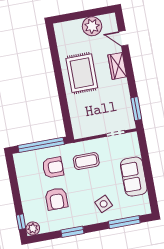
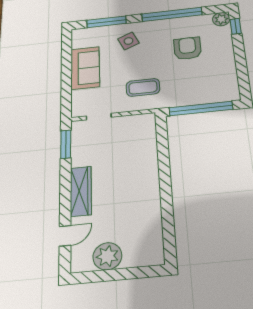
door: (123, 38) -> (65, 236), hinge flipped
wardrobe: (117, 66) -> (81, 191), width x1.50
rug: (82, 73) -> (133, 193), removed
armchair: (53, 167) -> (188, 82), removed
window: (72, 232) -> (172, 14), width x2.11

